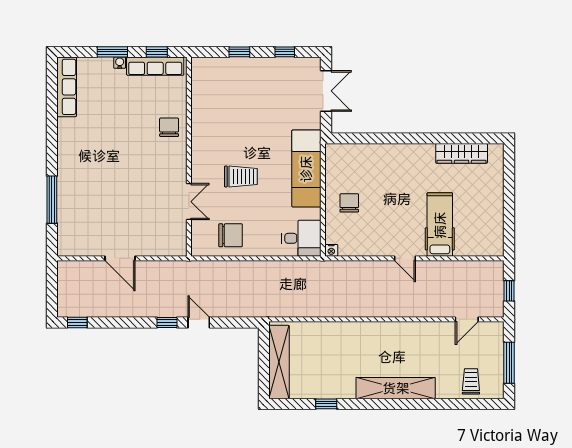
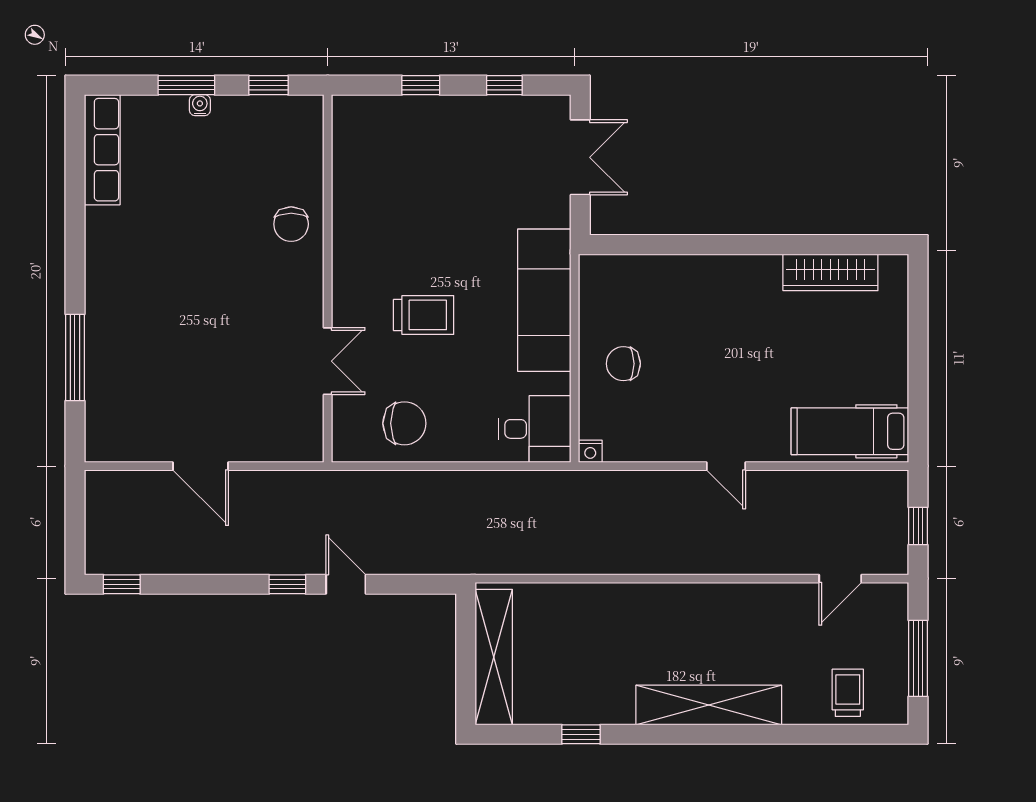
row of seats: (155, 66) -> (265, 111), removed
chair: (169, 127) -> (291, 224), turned 180
chair: (349, 203) -> (623, 364), turned -90
hospital bed: (440, 225) -> (850, 431), moved, turned -90

